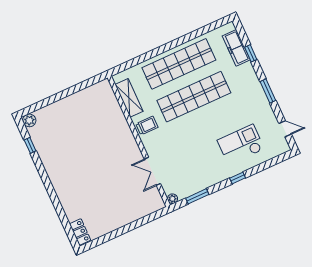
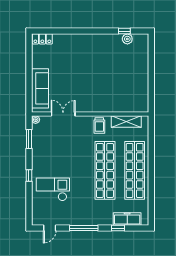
window: (268, 91) -> (84, 228), width x1.44
plant: (29, 120) -> (127, 39), moved
checkout: (241, 145) -> (53, 189), turned -90
sofa: (136, 210) -> (40, 88), added

